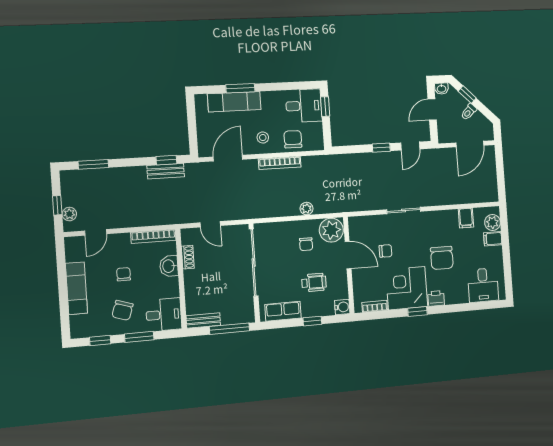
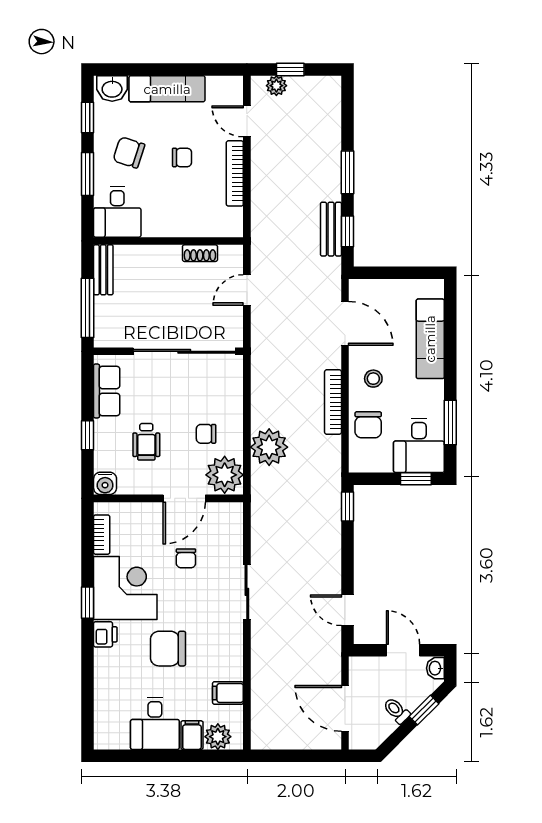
window: (240, 88) -> (450, 423), moved
chair: (293, 139) -> (368, 425), turned 90
window: (381, 148) -> (347, 507), moved
window: (93, 164) -> (347, 172), moved
plant: (307, 209) -> (269, 447), width x1.88, depth x1.88
bookcase: (153, 236) -> (235, 173), moved
washbasin: (169, 266) -> (112, 88), moved, turned 180
desk: (483, 285) -> (155, 723), moved, turned -90

